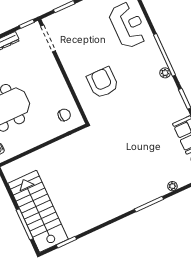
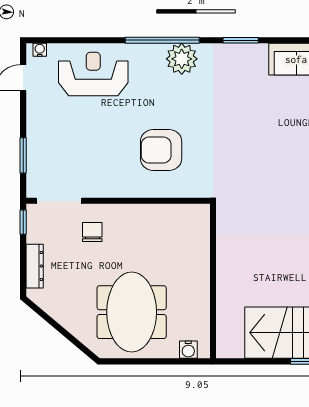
plant: (165, 73) -> (182, 59), width x1.87, depth x1.87
chair: (64, 115) -> (92, 232), moved

